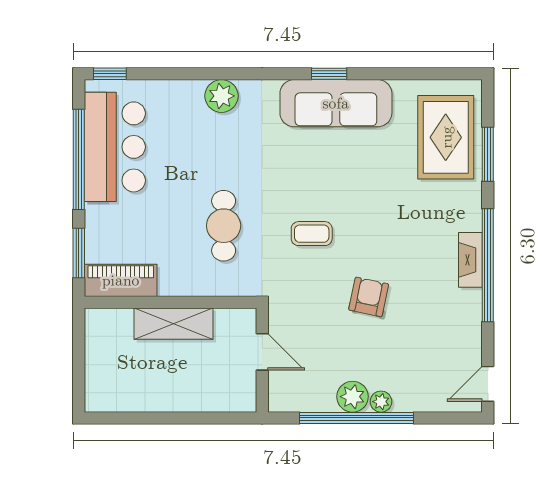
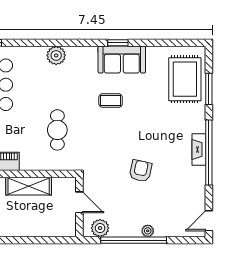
sofa: (336, 103) -> (122, 60), width x0.73
coffee table: (312, 234) -> (111, 101), moved
plant: (353, 397) -> (100, 228), moved

